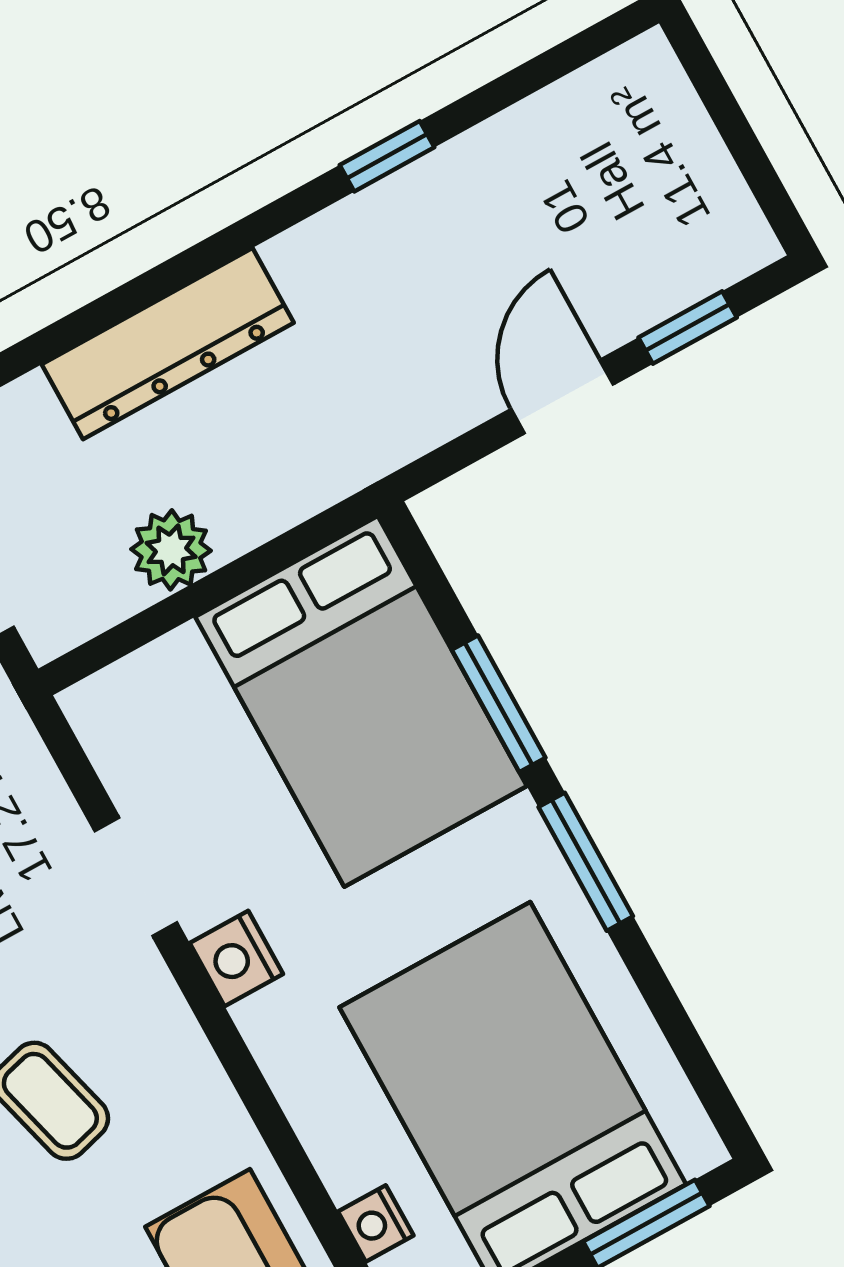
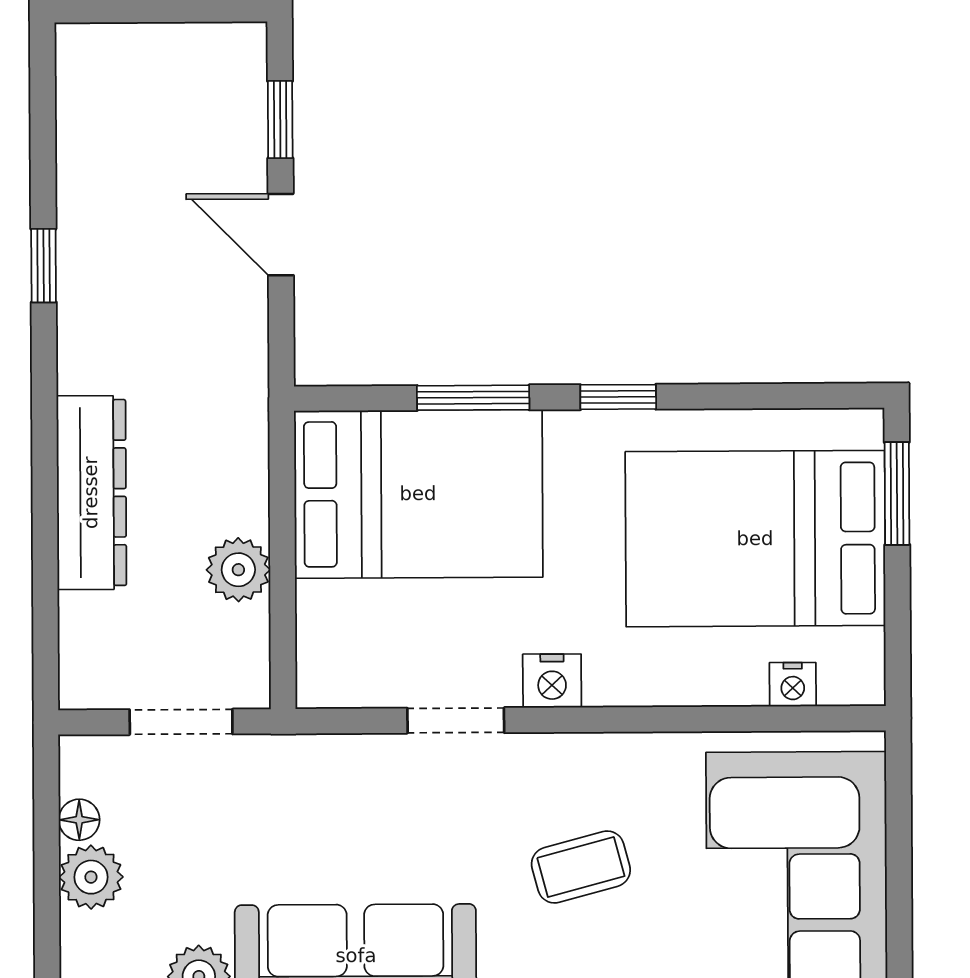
window: (586, 862) -> (618, 397), width x0.67

